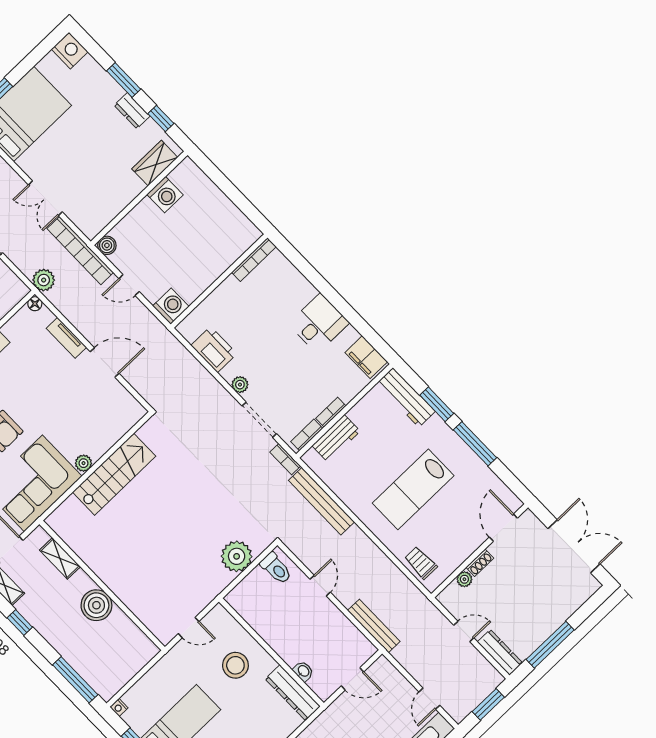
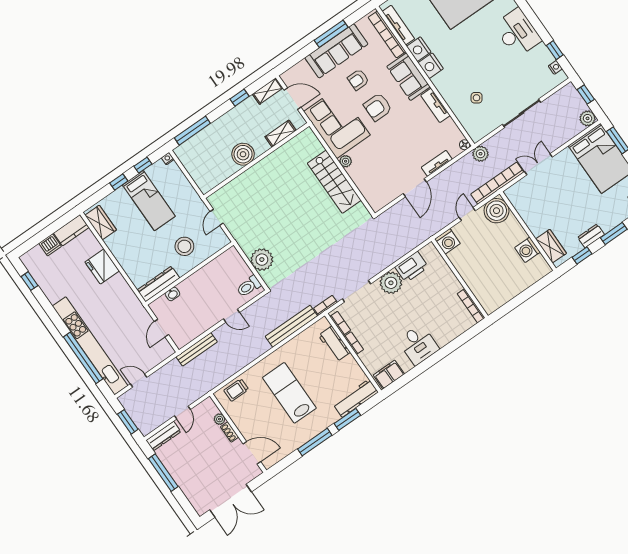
boiler: (107, 245) -> (497, 211), width x1.86, depth x1.86
plant: (240, 385) -> (391, 283), width x1.87, depth x1.87
trolley: (421, 563) -> (236, 390), turned 180

